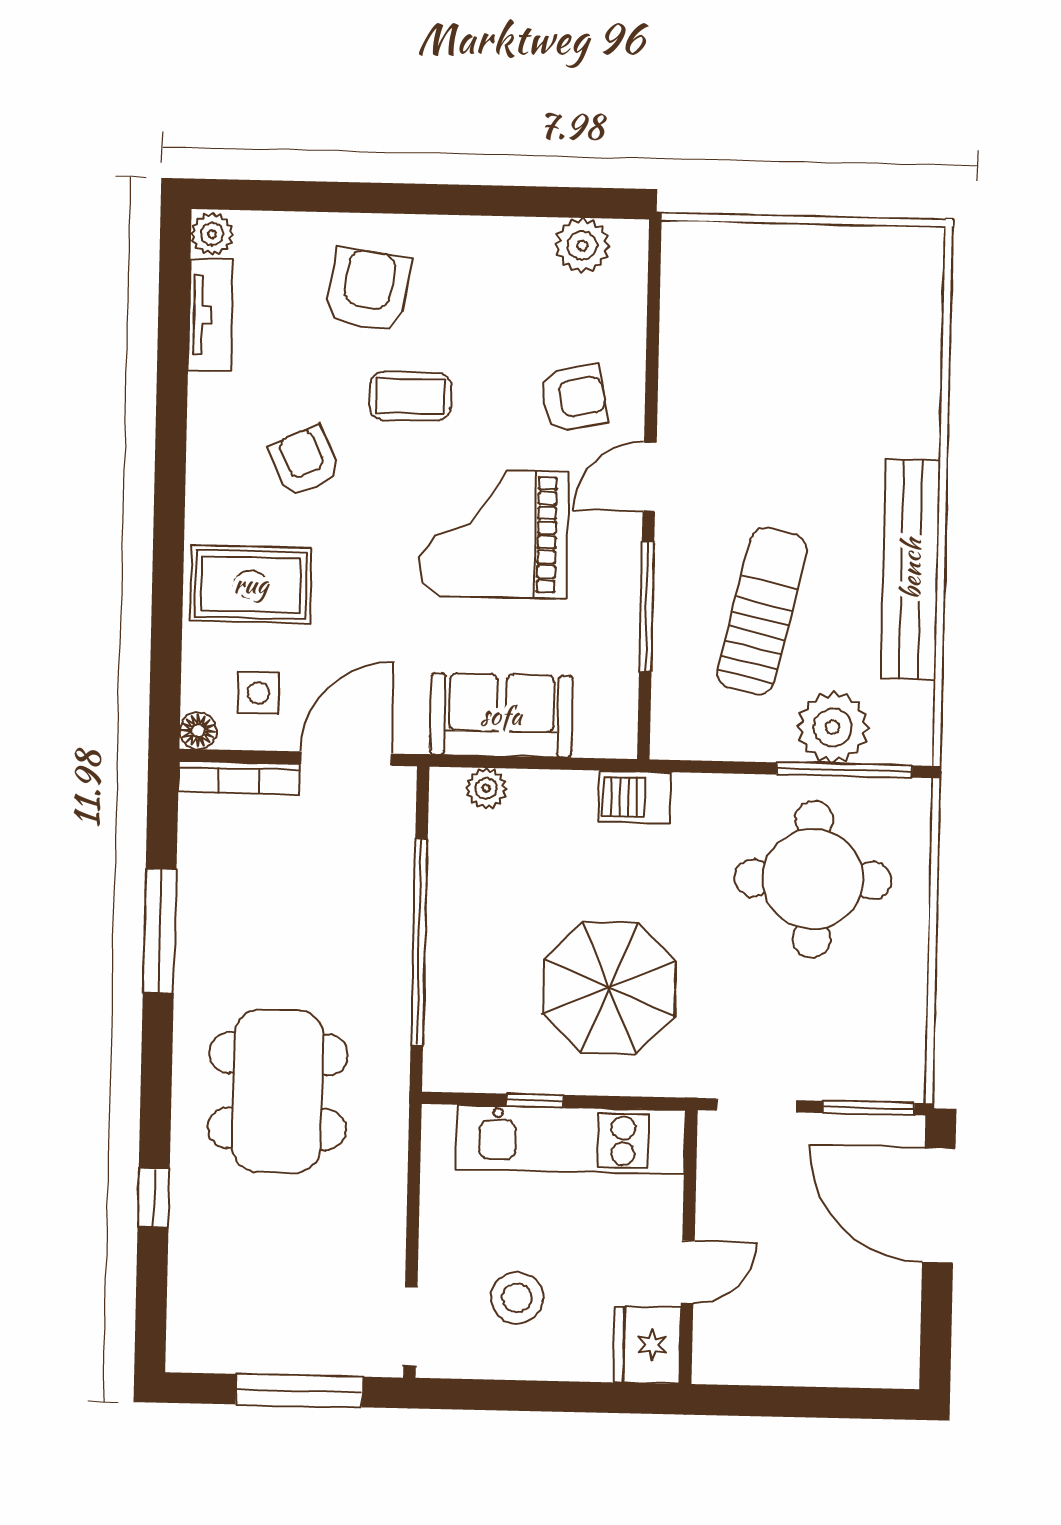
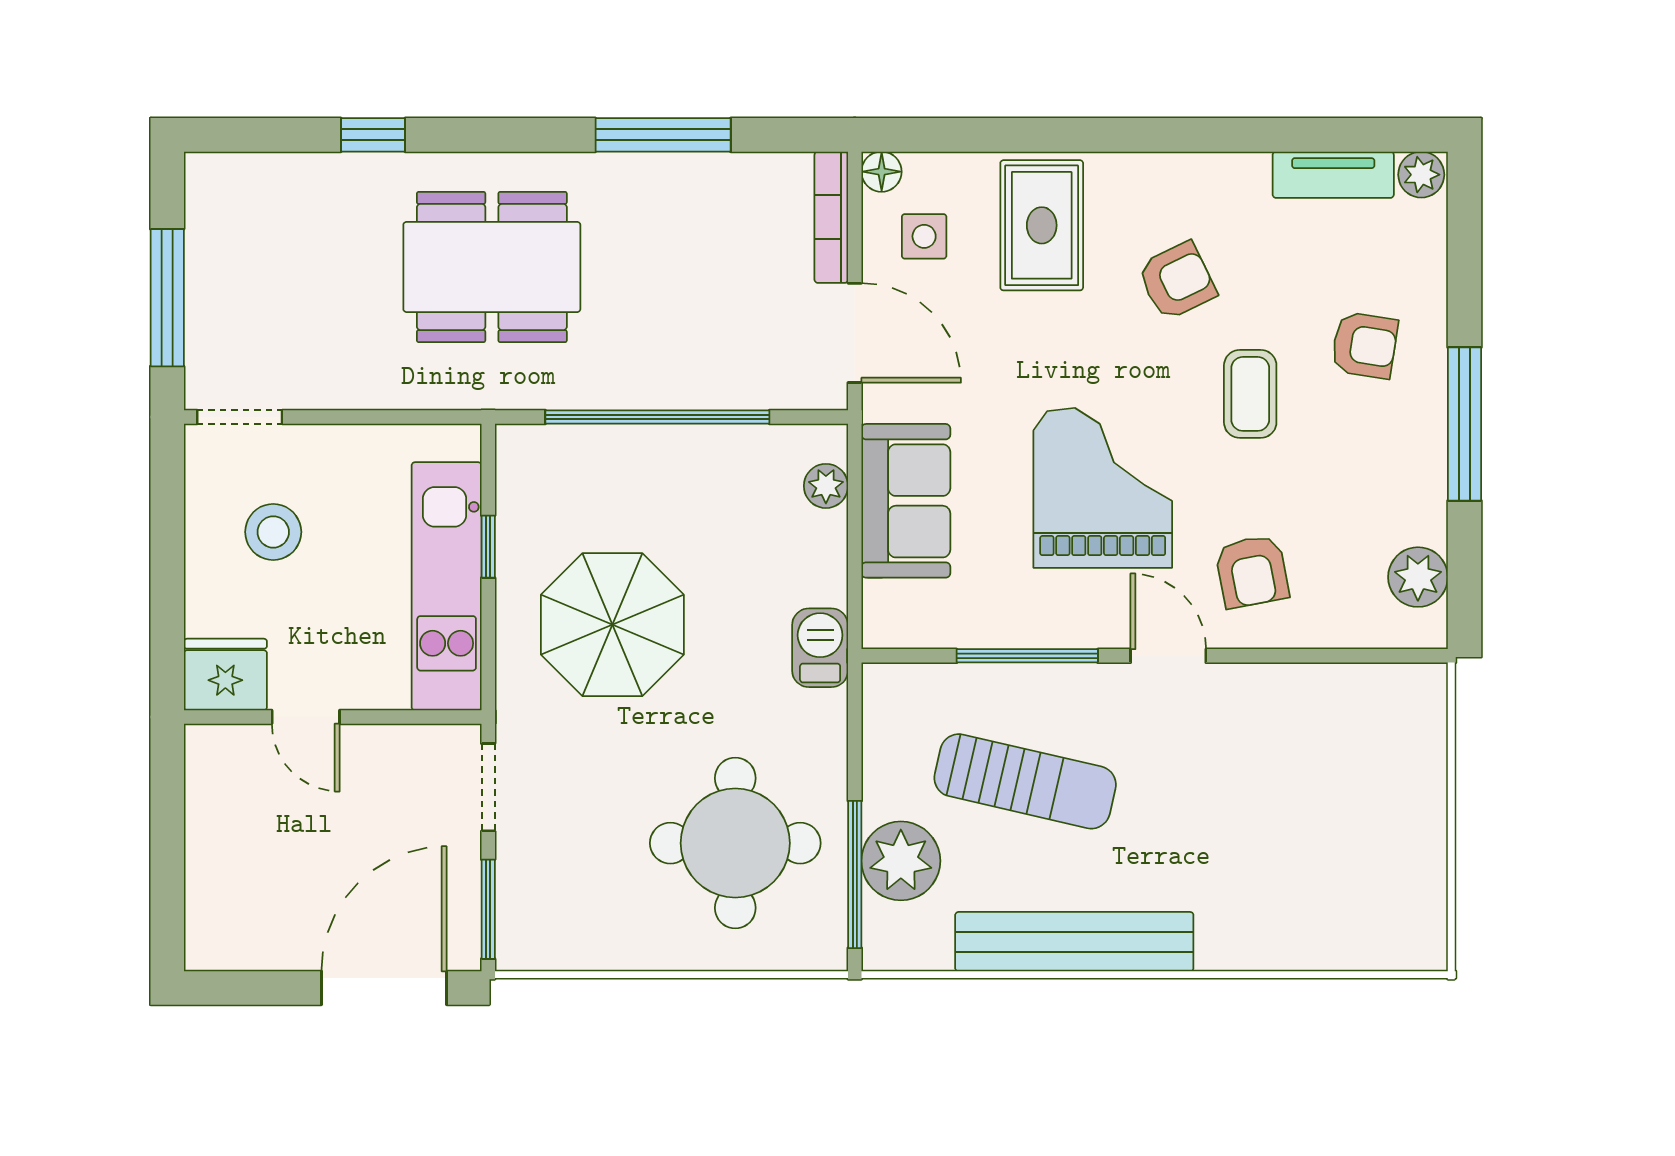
window: (442, 199) -> (1465, 424), added
armchair: (368, 290) -> (1364, 345), width x0.72, depth x0.72

